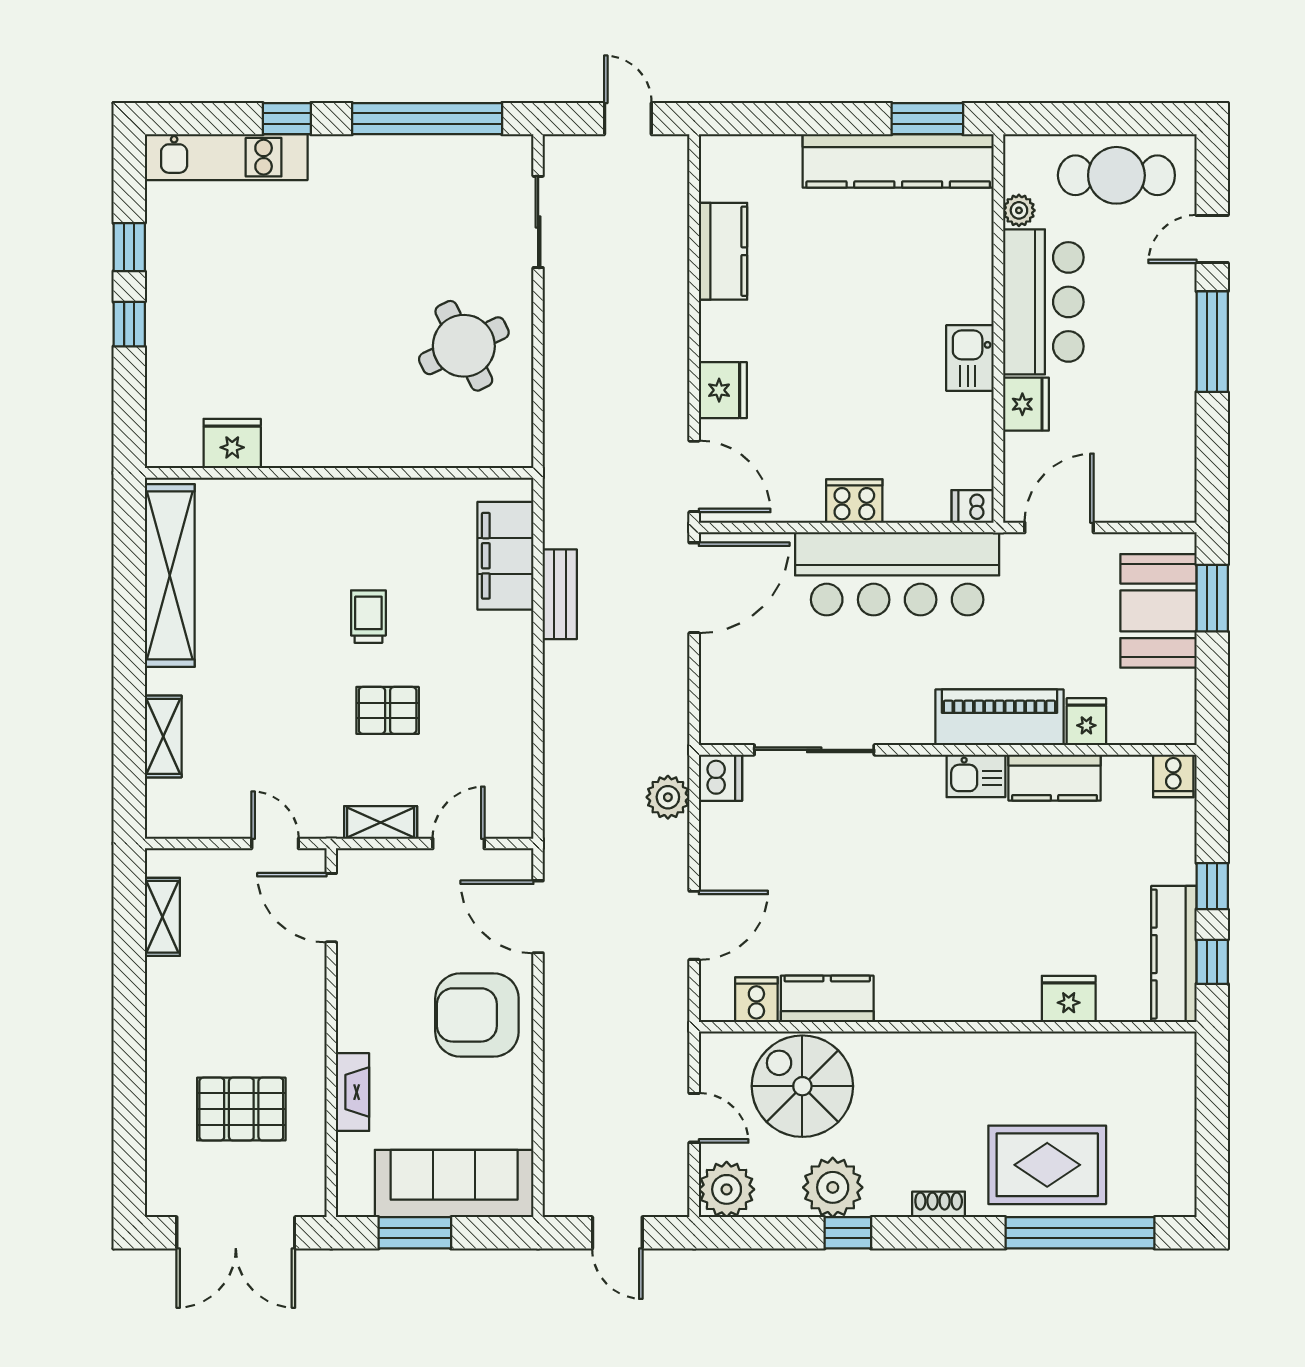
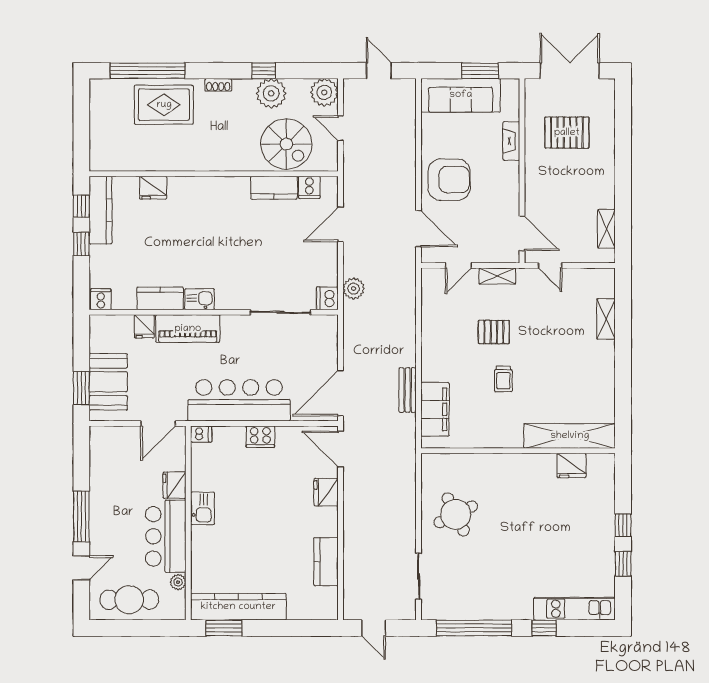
shelving: (170, 575) -> (570, 436), moved, turned 90

